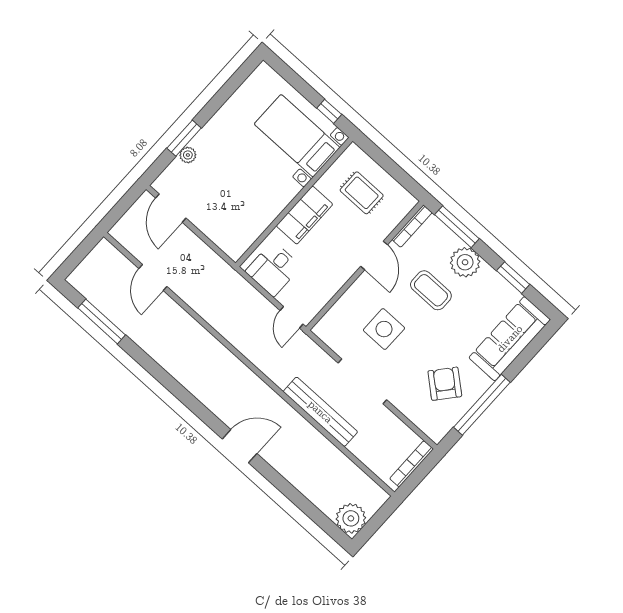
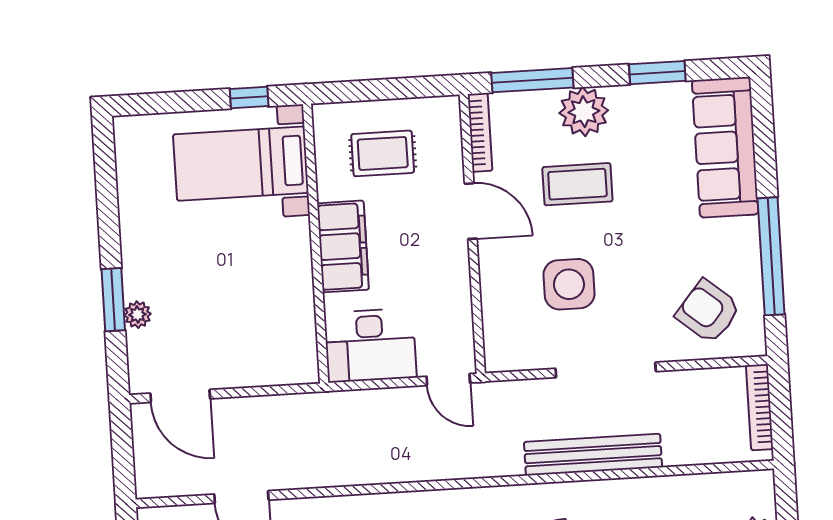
desk: (273, 269) -> (370, 345), width x1.37
armchair: (445, 384) -> (708, 311), moved

